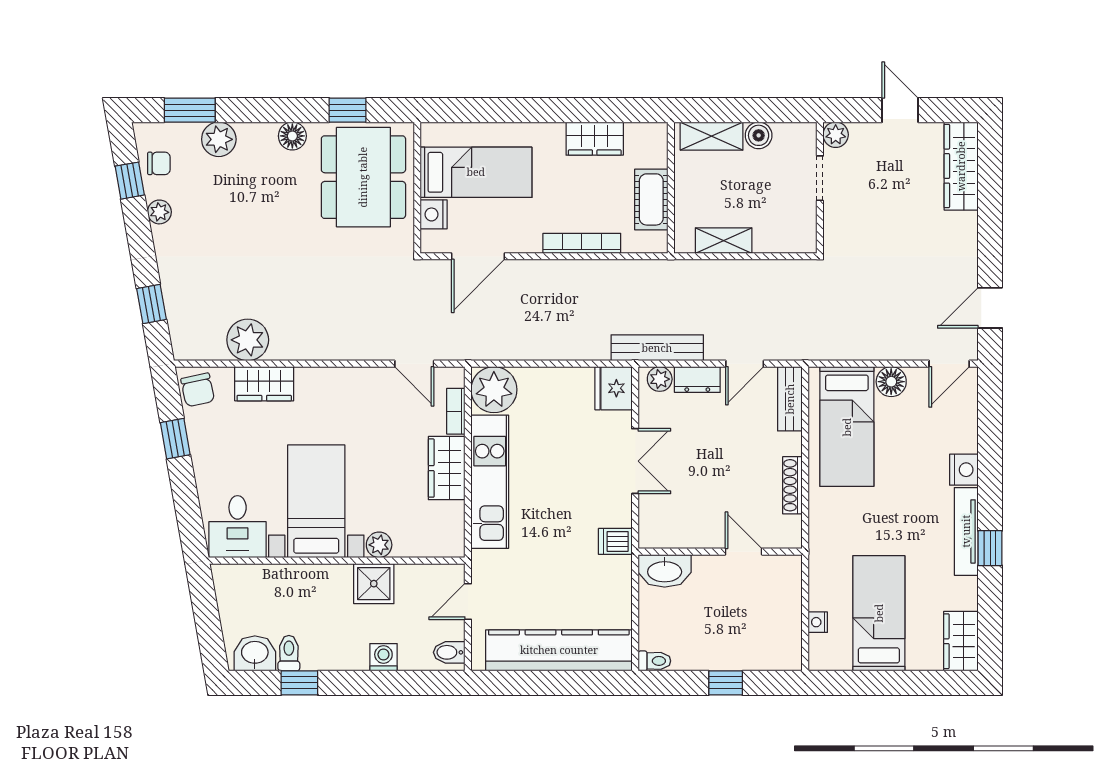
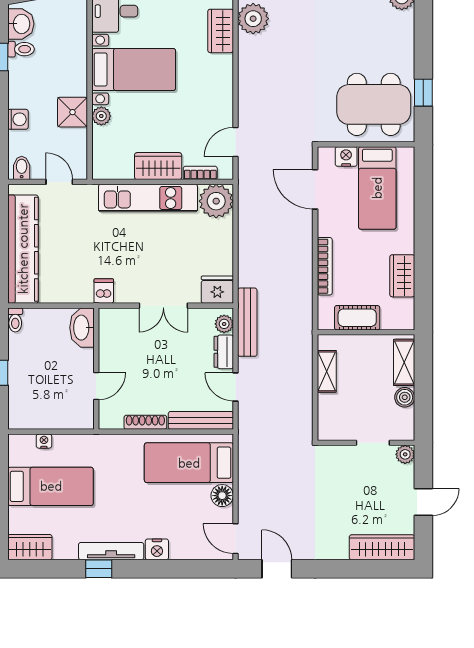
floor lamp: (292, 136) -> (404, 52), removed
bench: (790, 399) -> (201, 420), width x1.36

